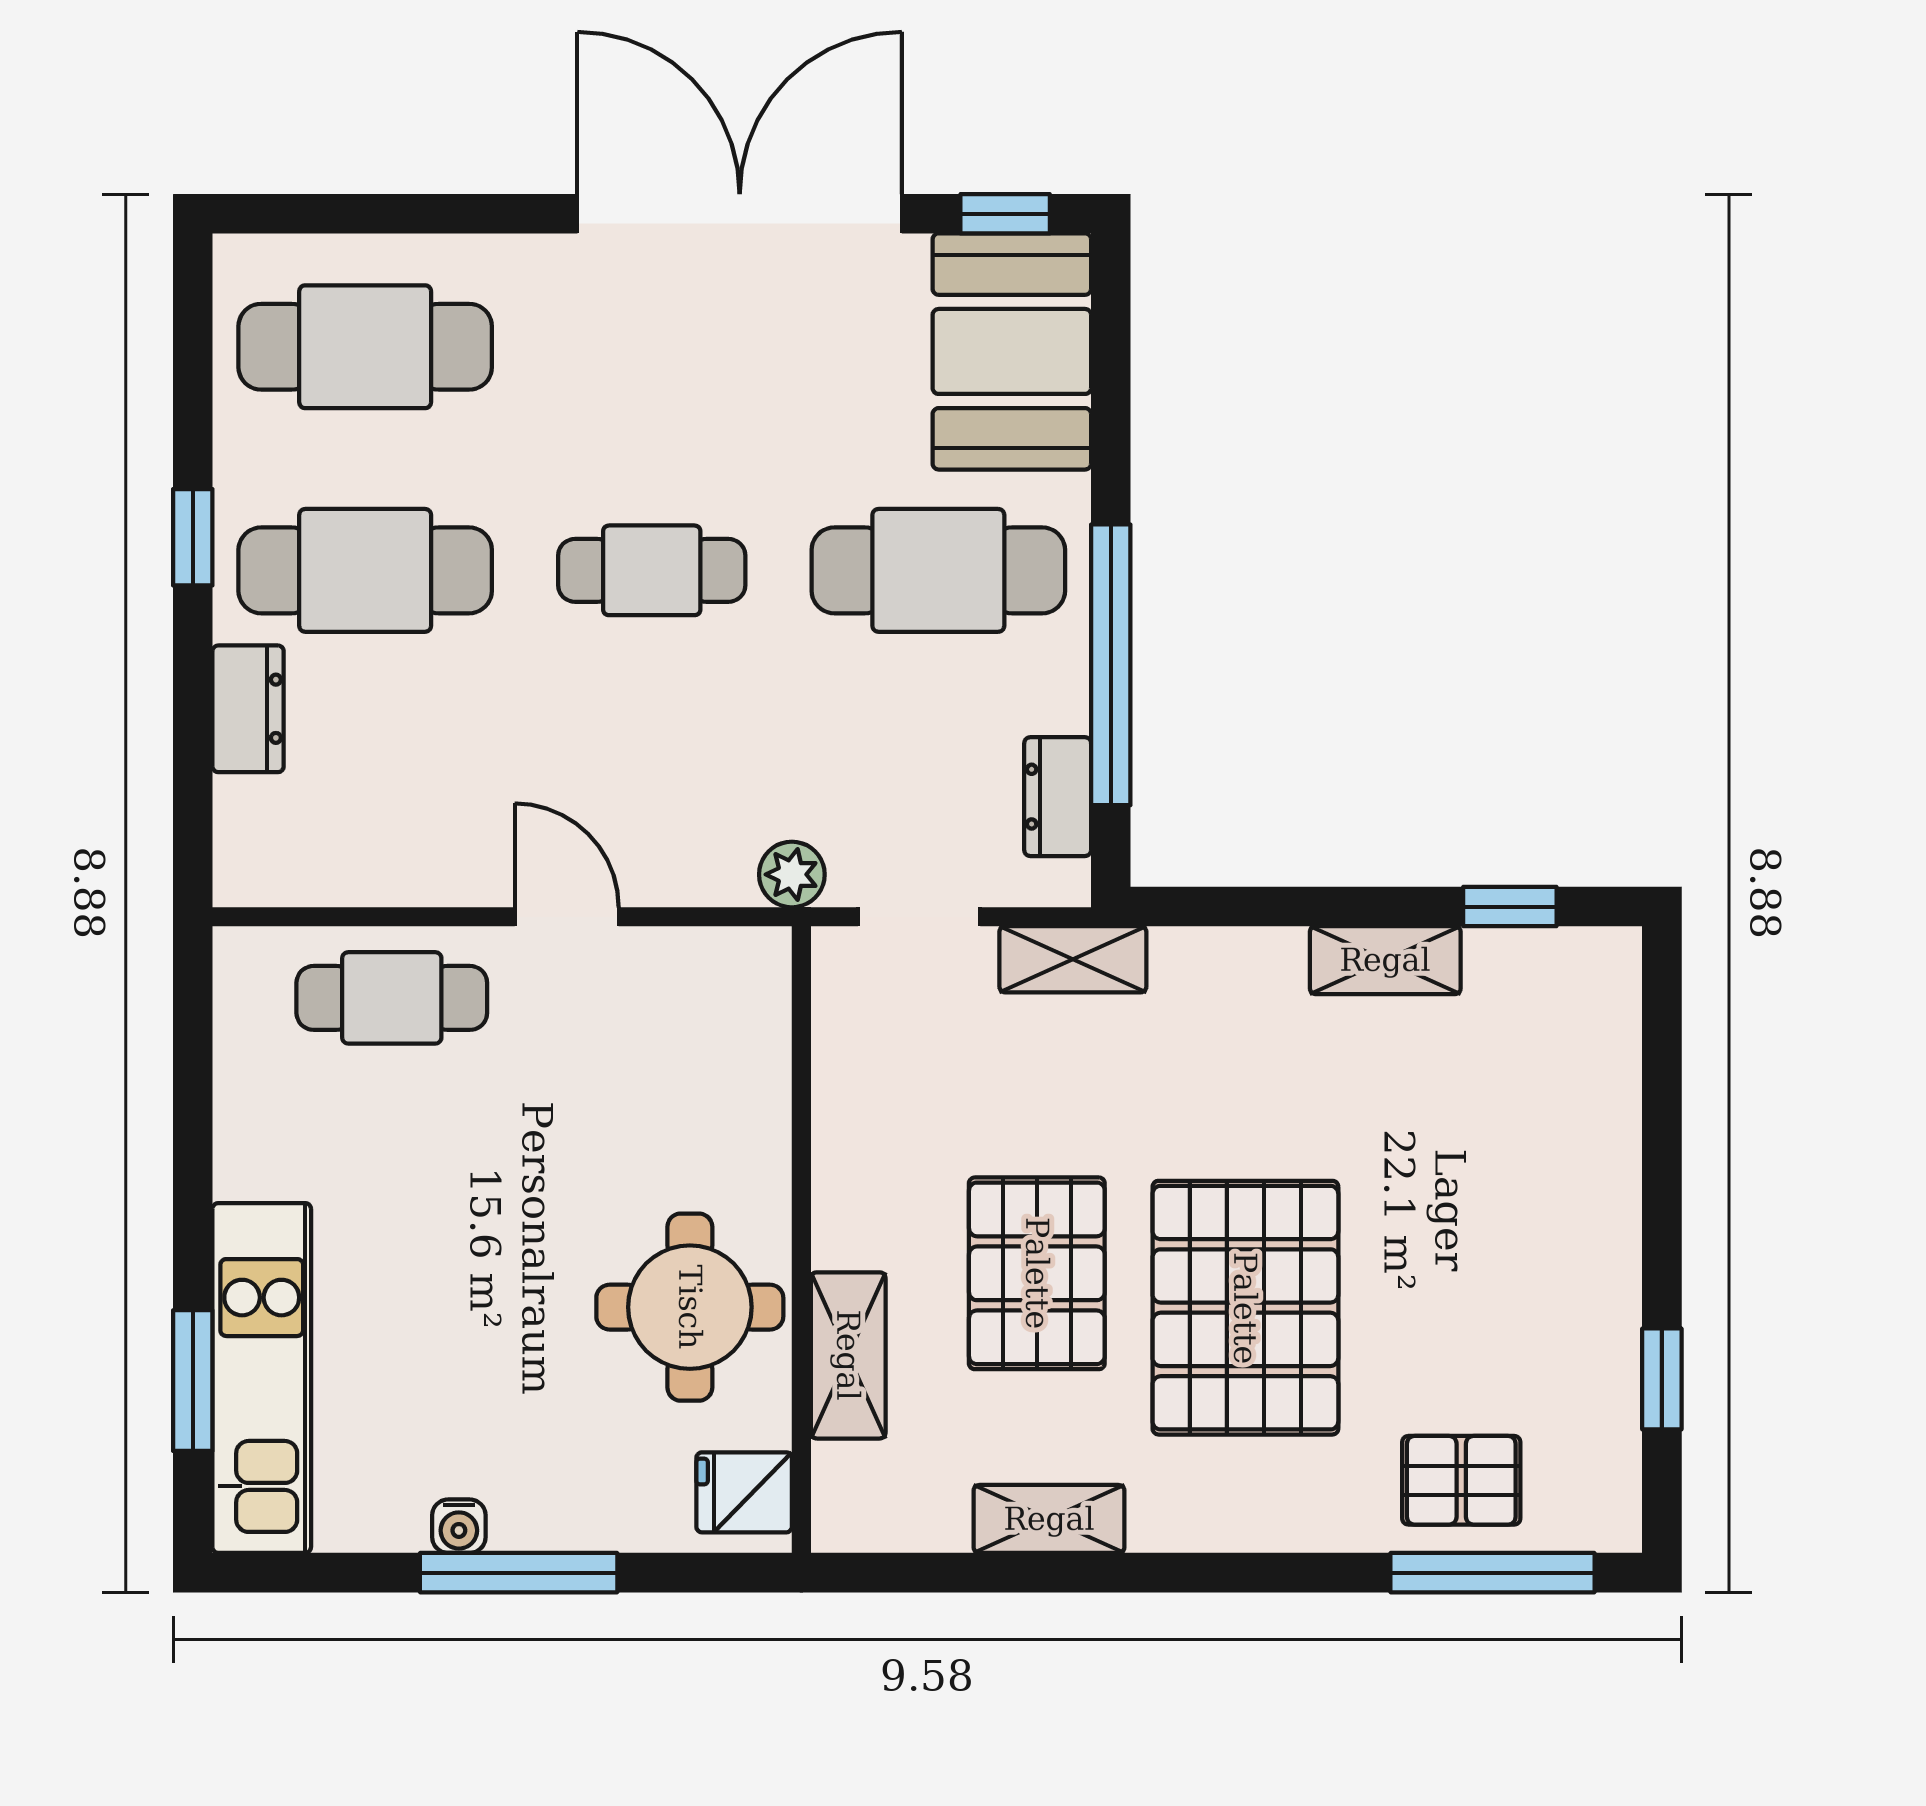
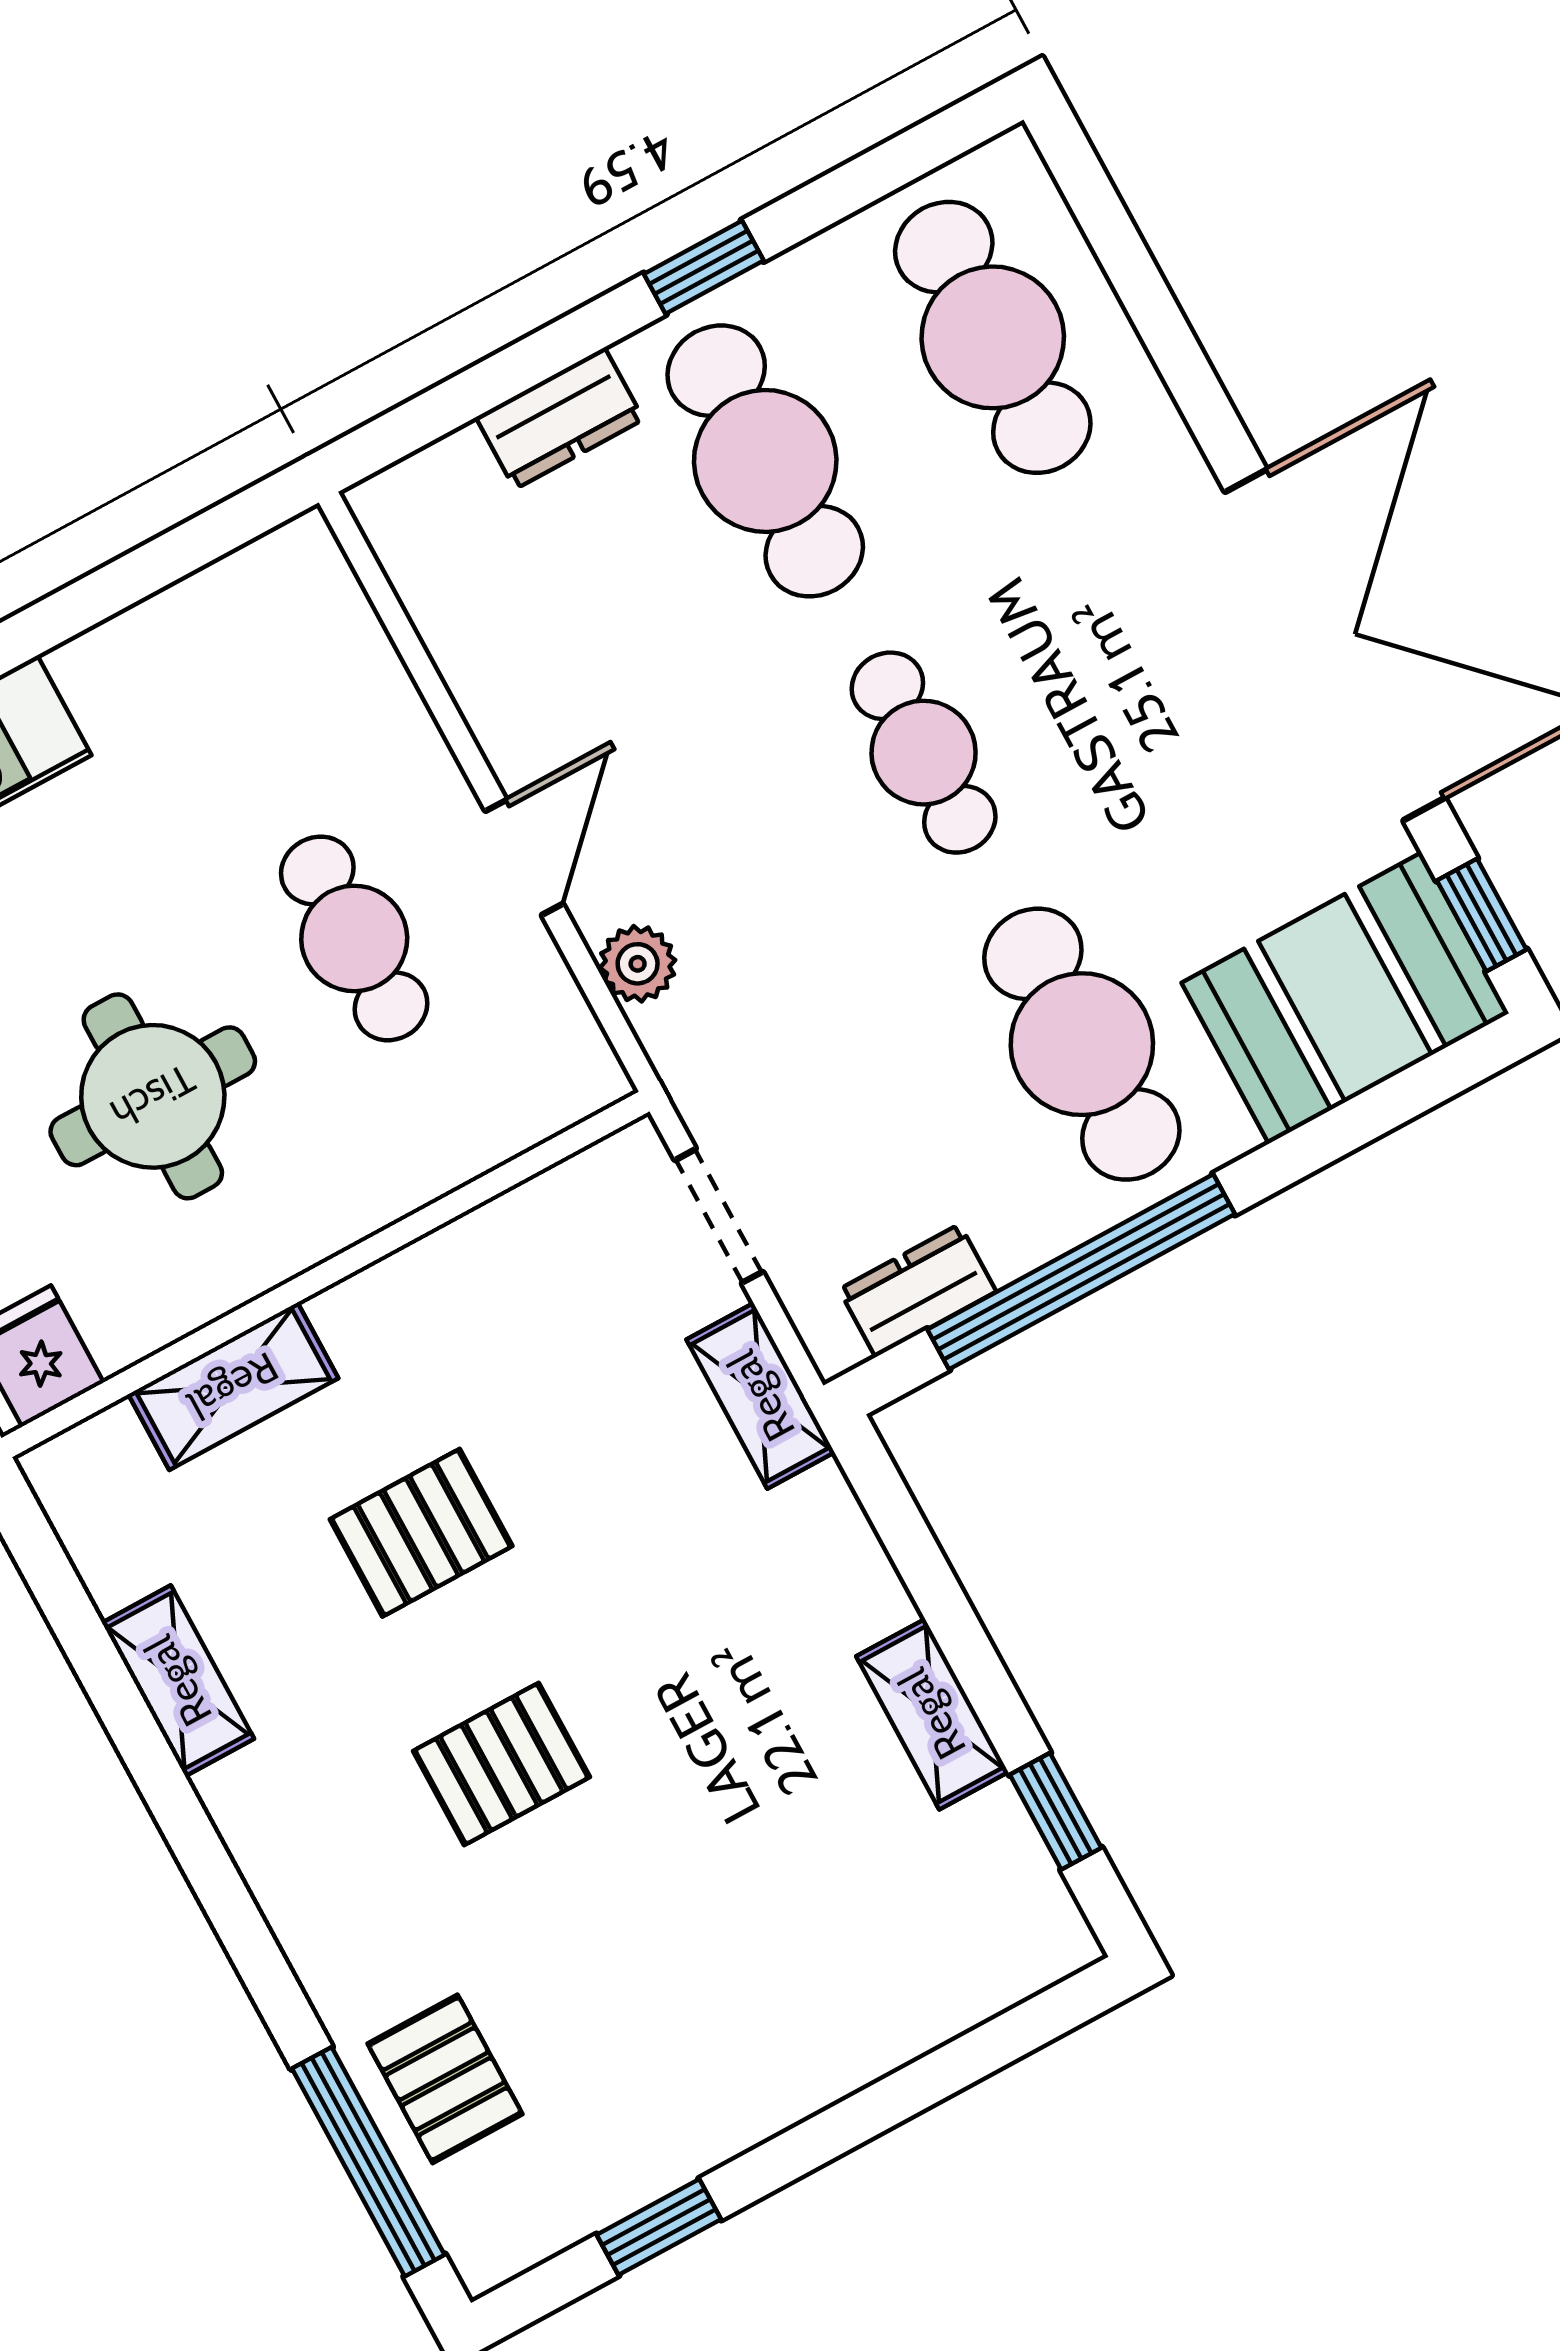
plant: (792, 874) -> (638, 964), moved
cafe table: (392, 998) -> (354, 938), moved
pallet: (1037, 1273) -> (421, 1533), width x0.67, depth x0.71
round table: (690, 1307) -> (153, 1096), moved
pallet: (1245, 1308) -> (501, 1764), width x0.49, depth x0.50

